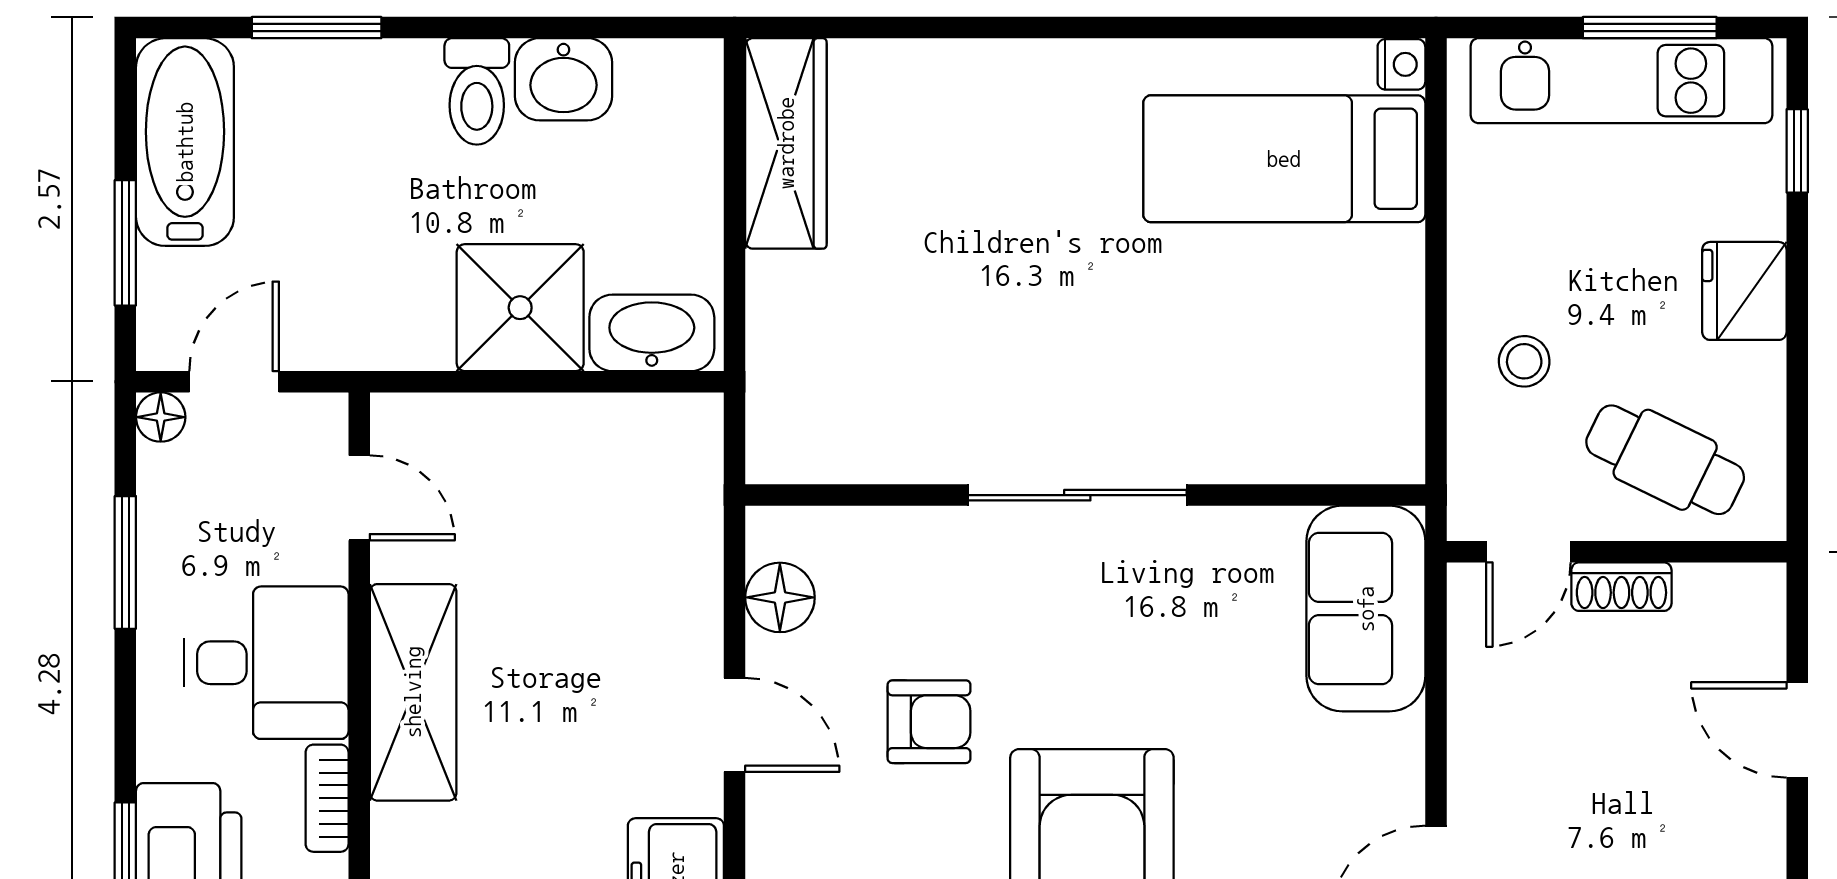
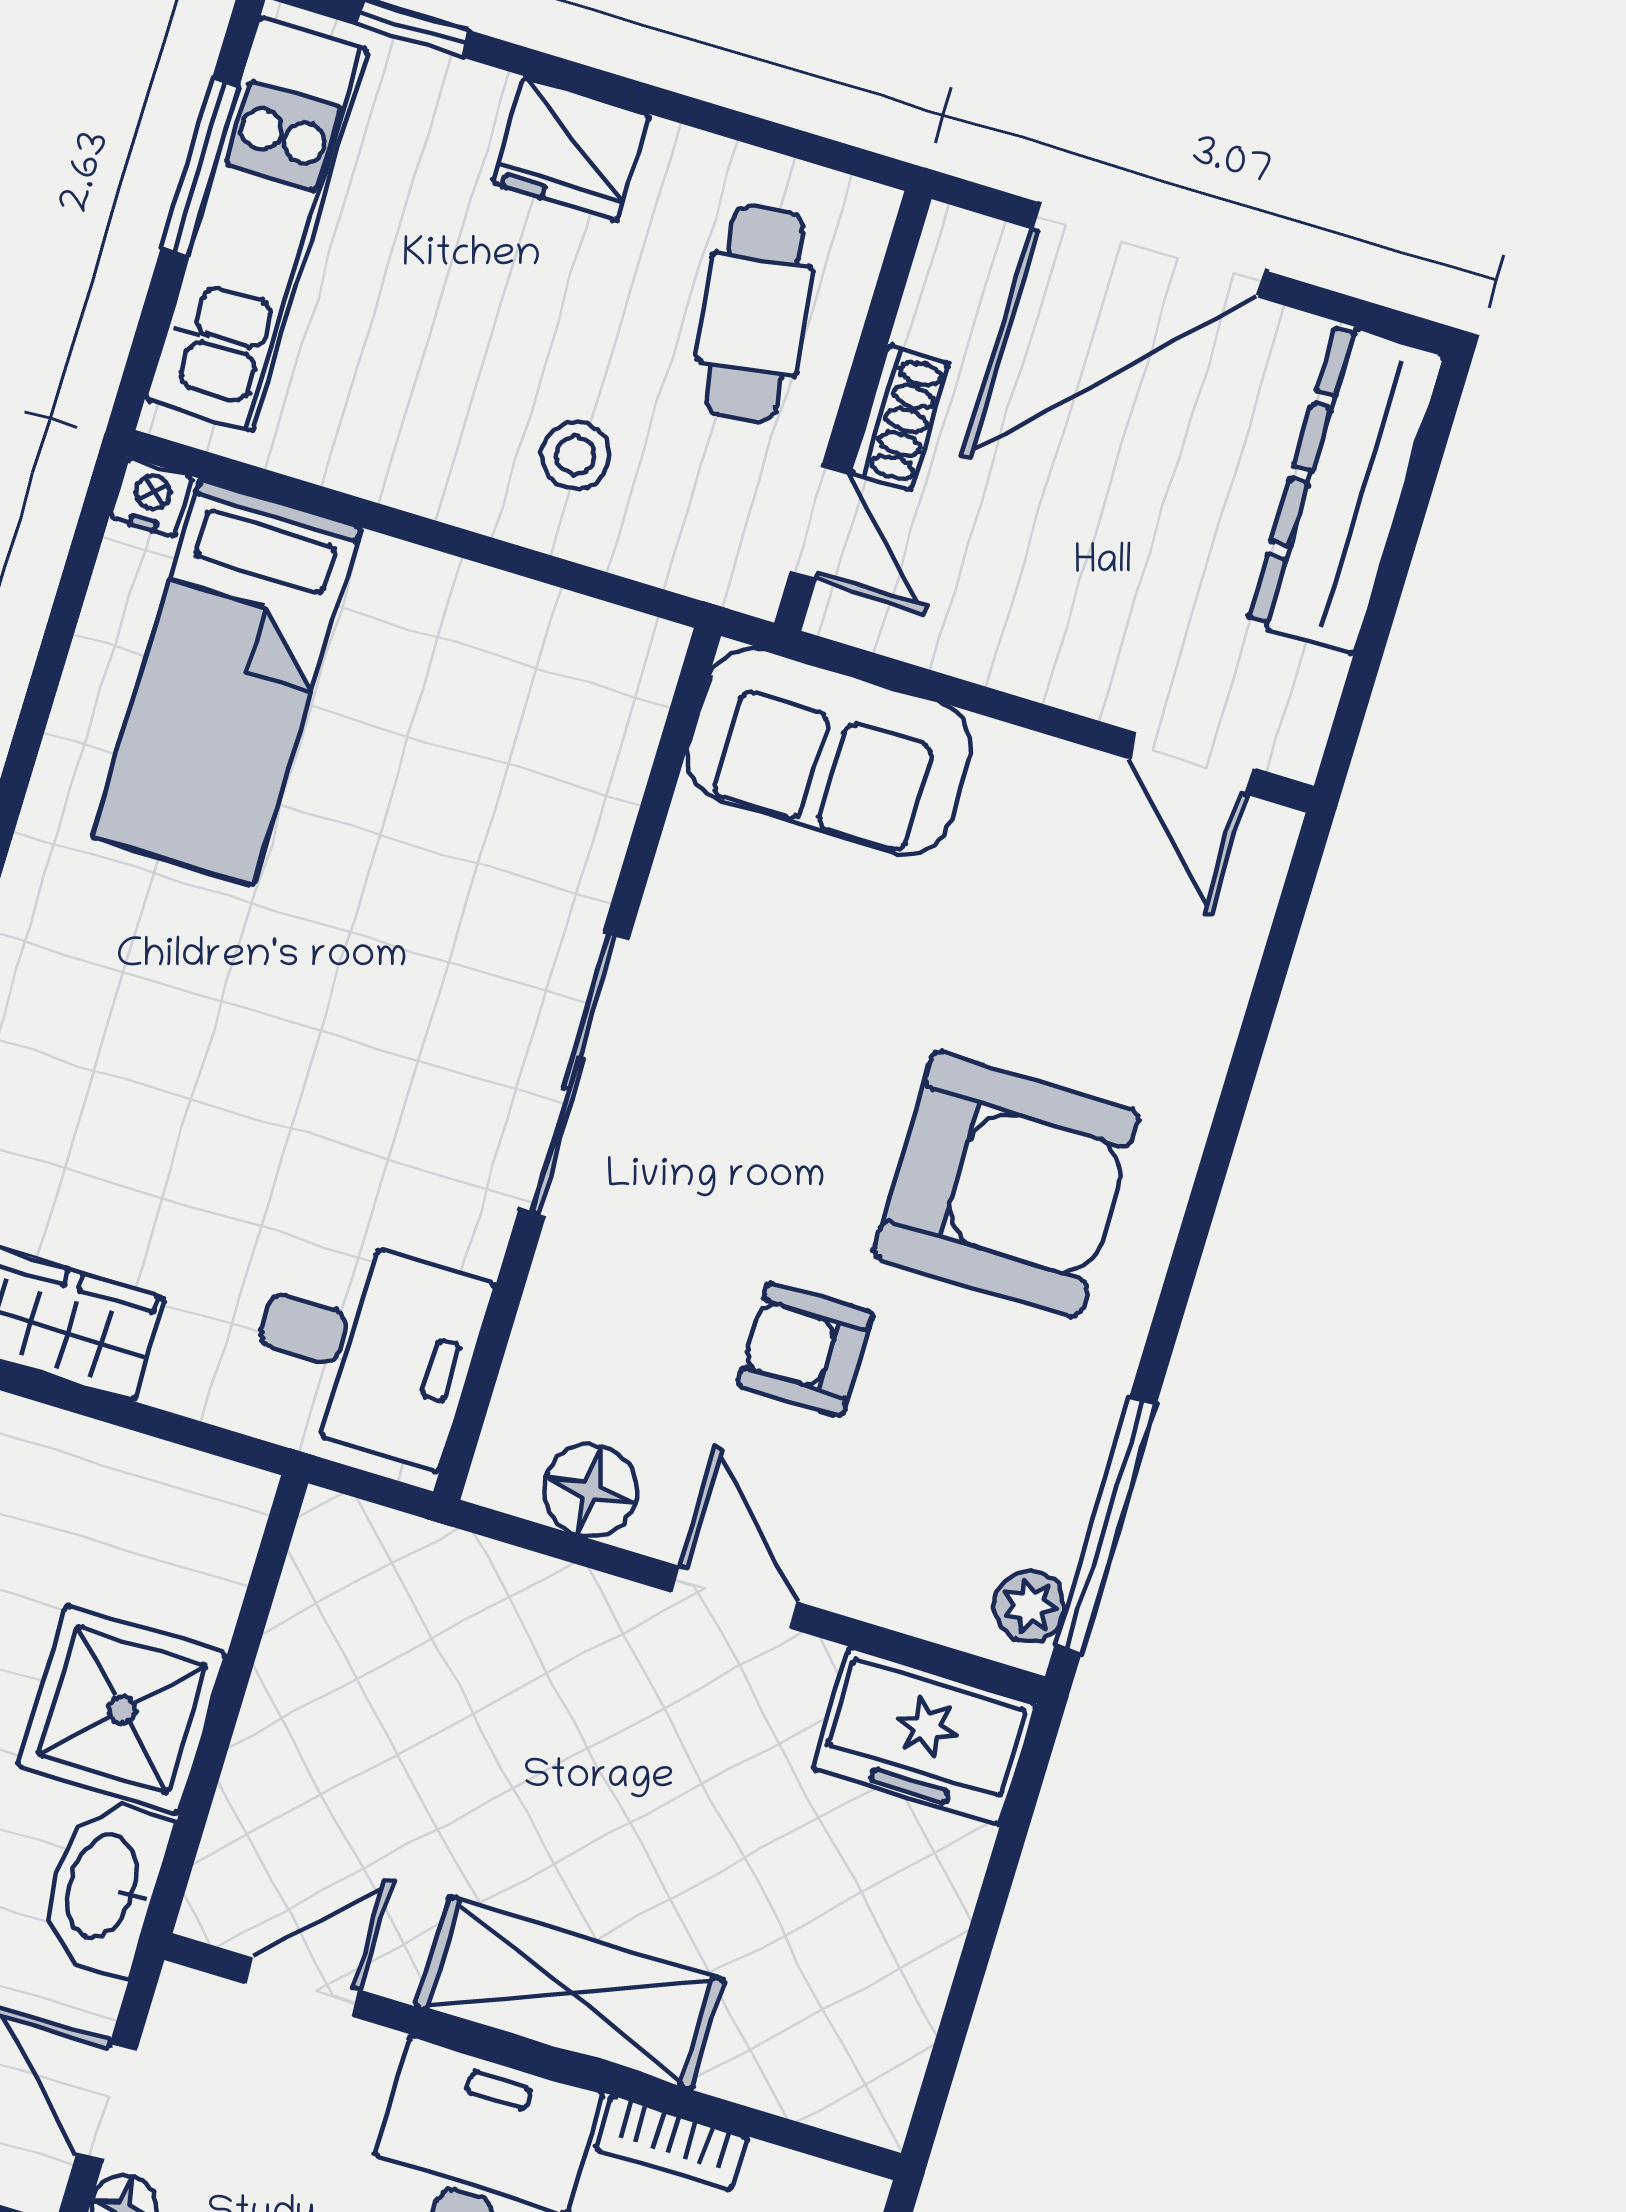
washbasin: (652, 333) -> (104, 1886), moved
desk: (834, 404) -> (366, 1348), added
cafe table: (1665, 460) -> (755, 314), turned -34
armchair: (929, 722) -> (805, 1349), turned -90
door: (735, 725) -> (735, 1597), hinge flipped
door: (1797, 730) -> (1148, 250), width x1.87

